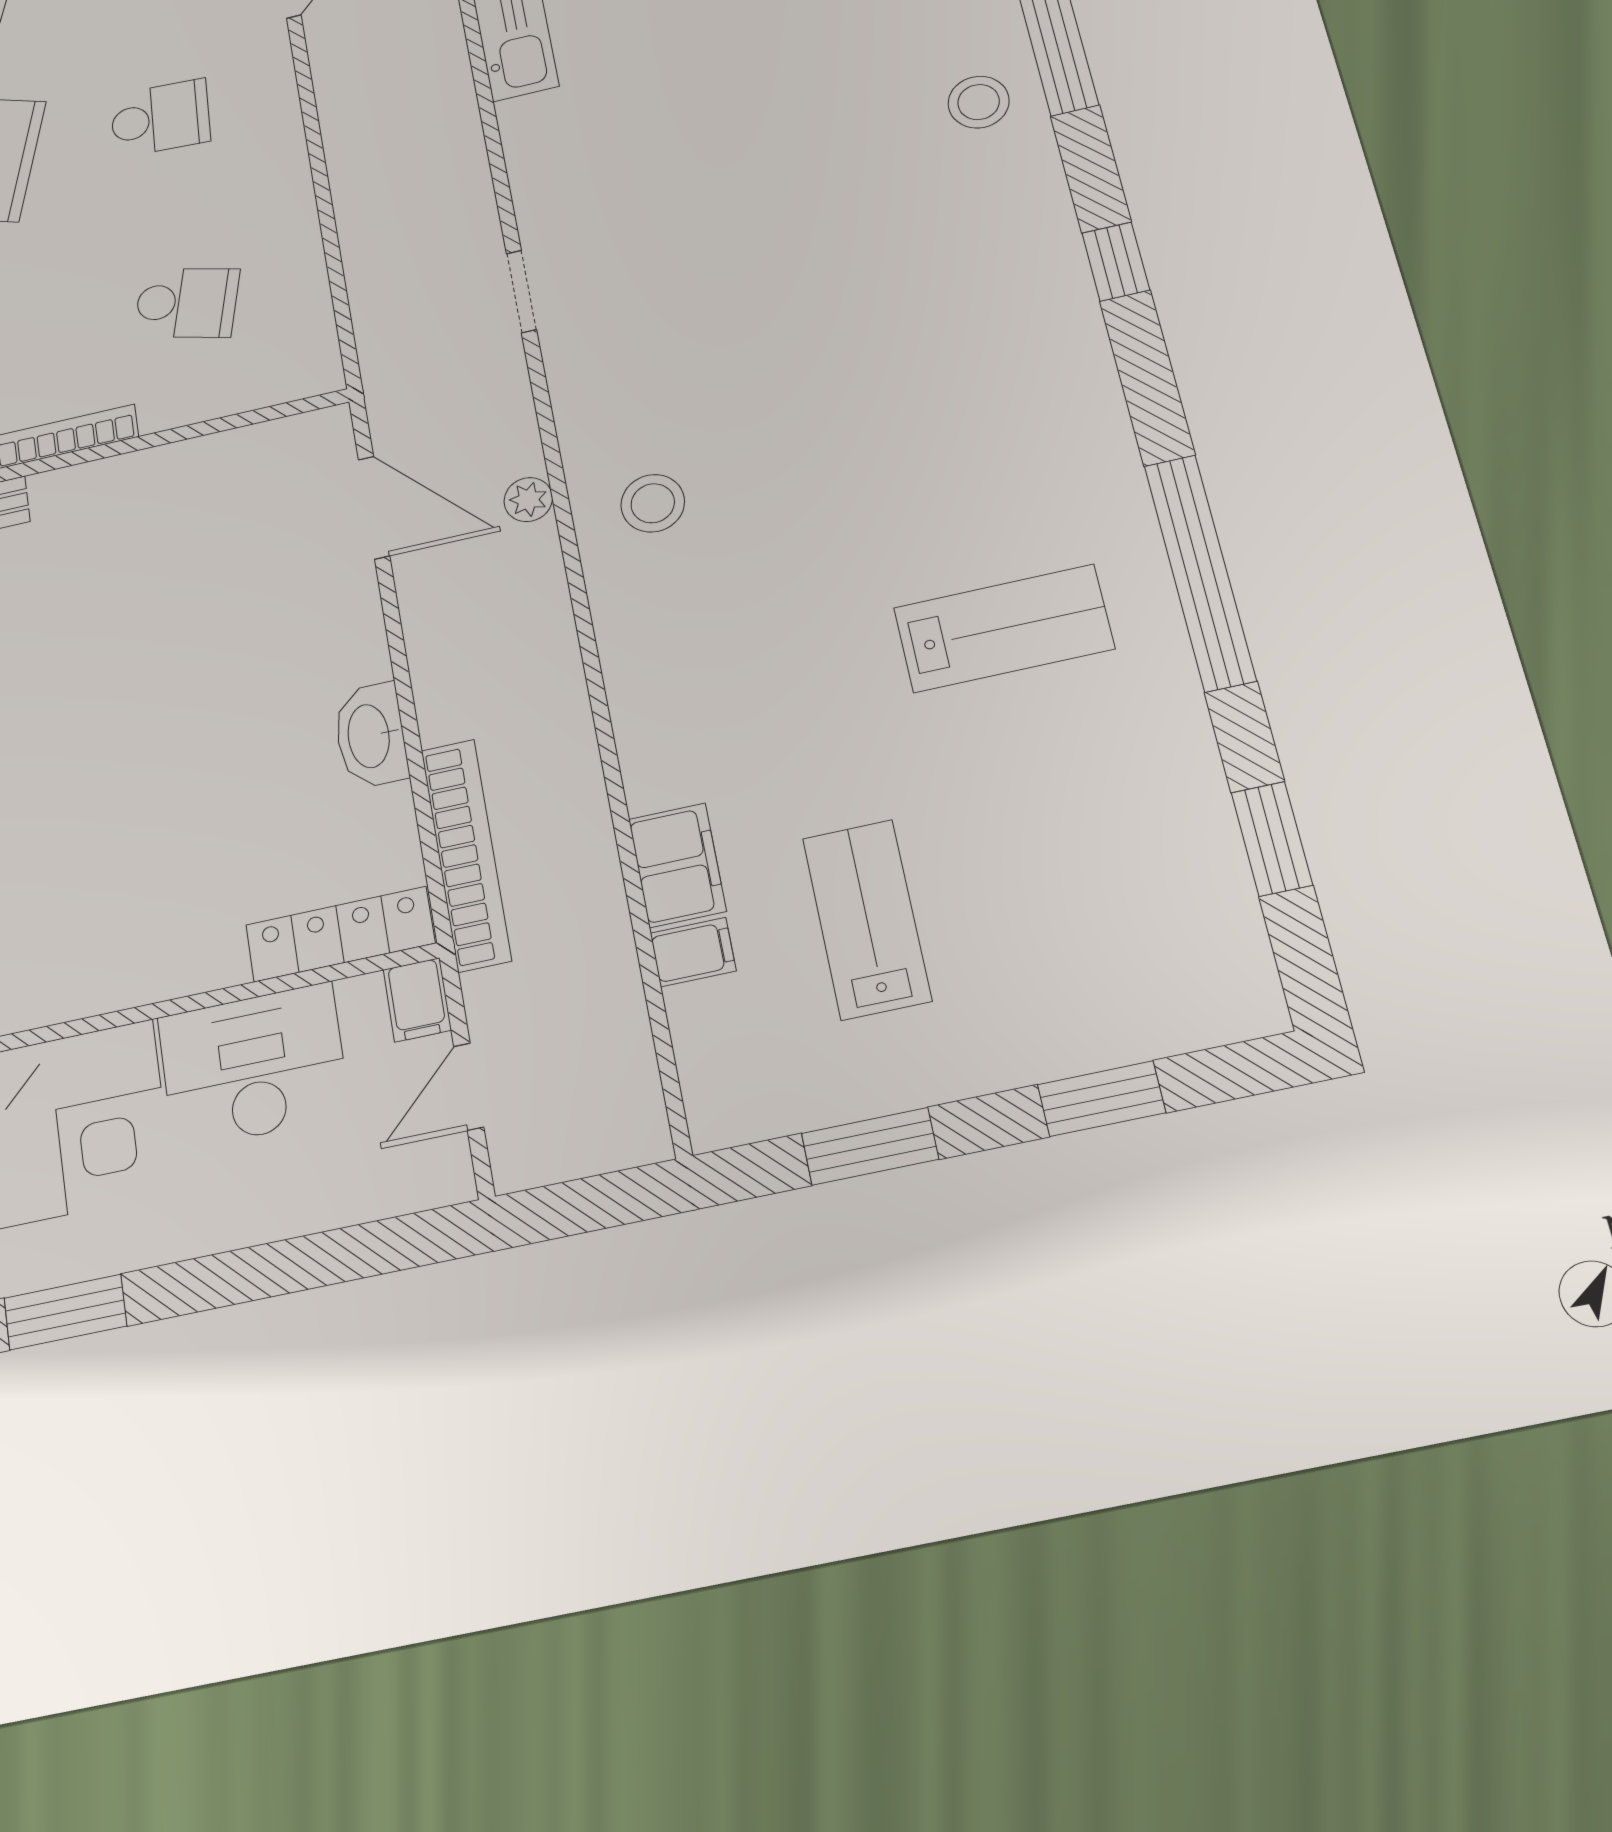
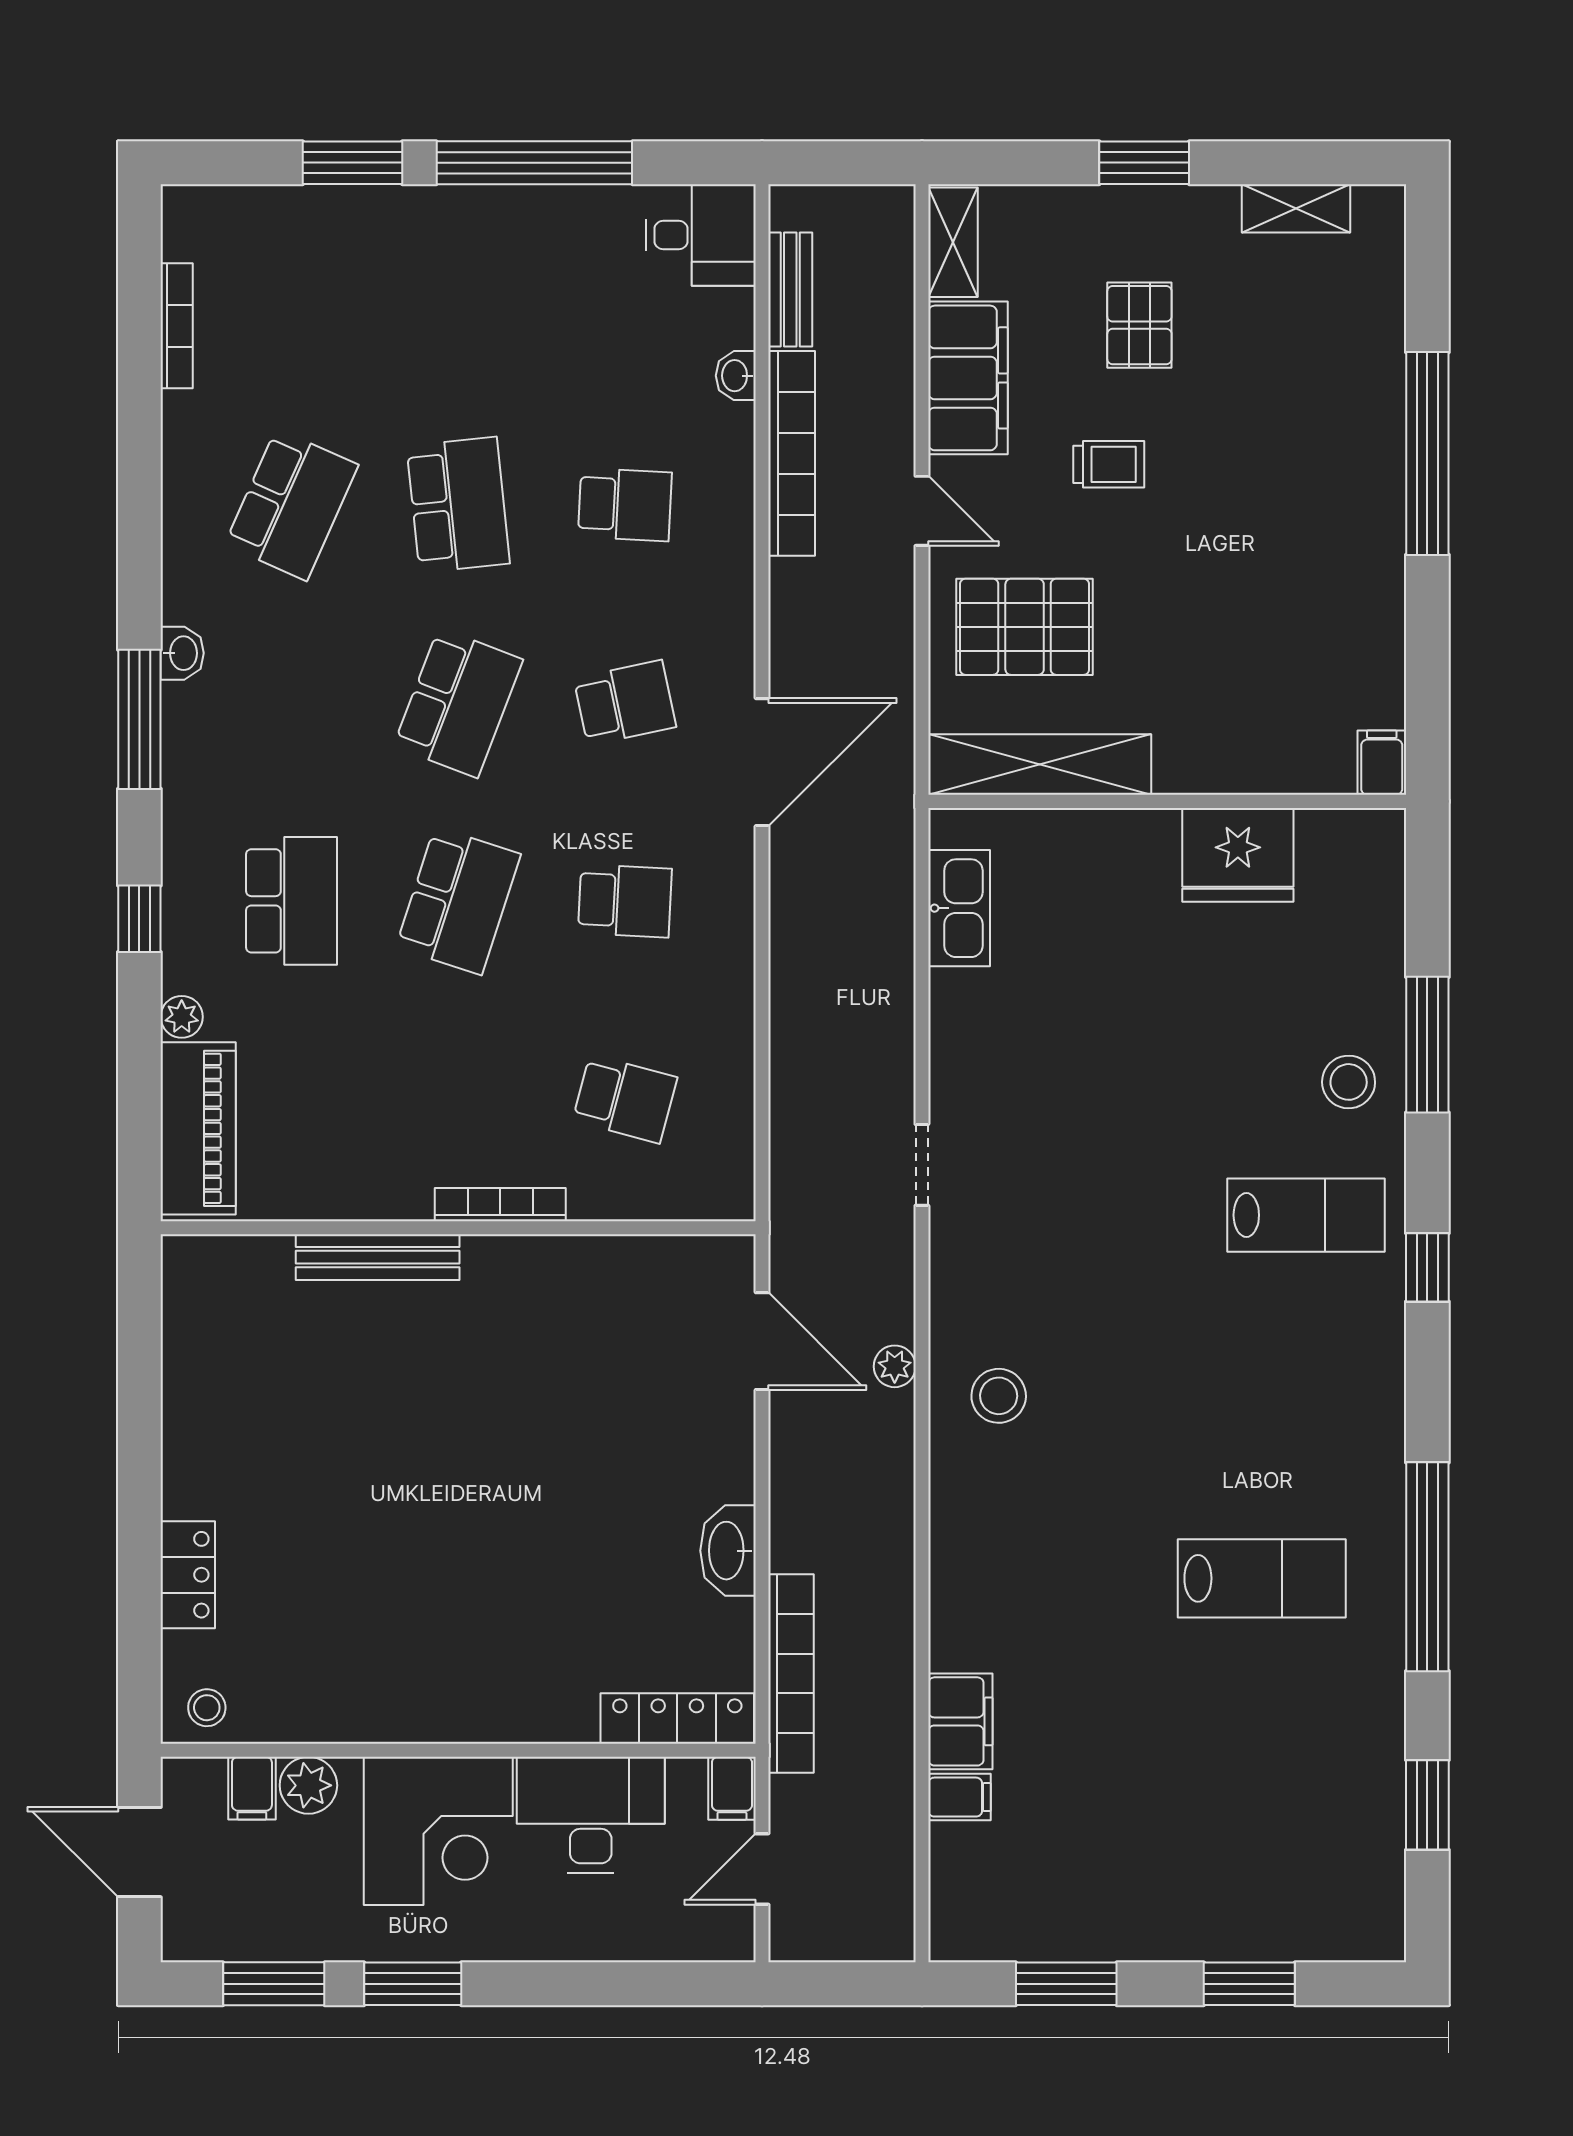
lab bench: (867, 919) -> (1306, 1215), moved, turned 90

